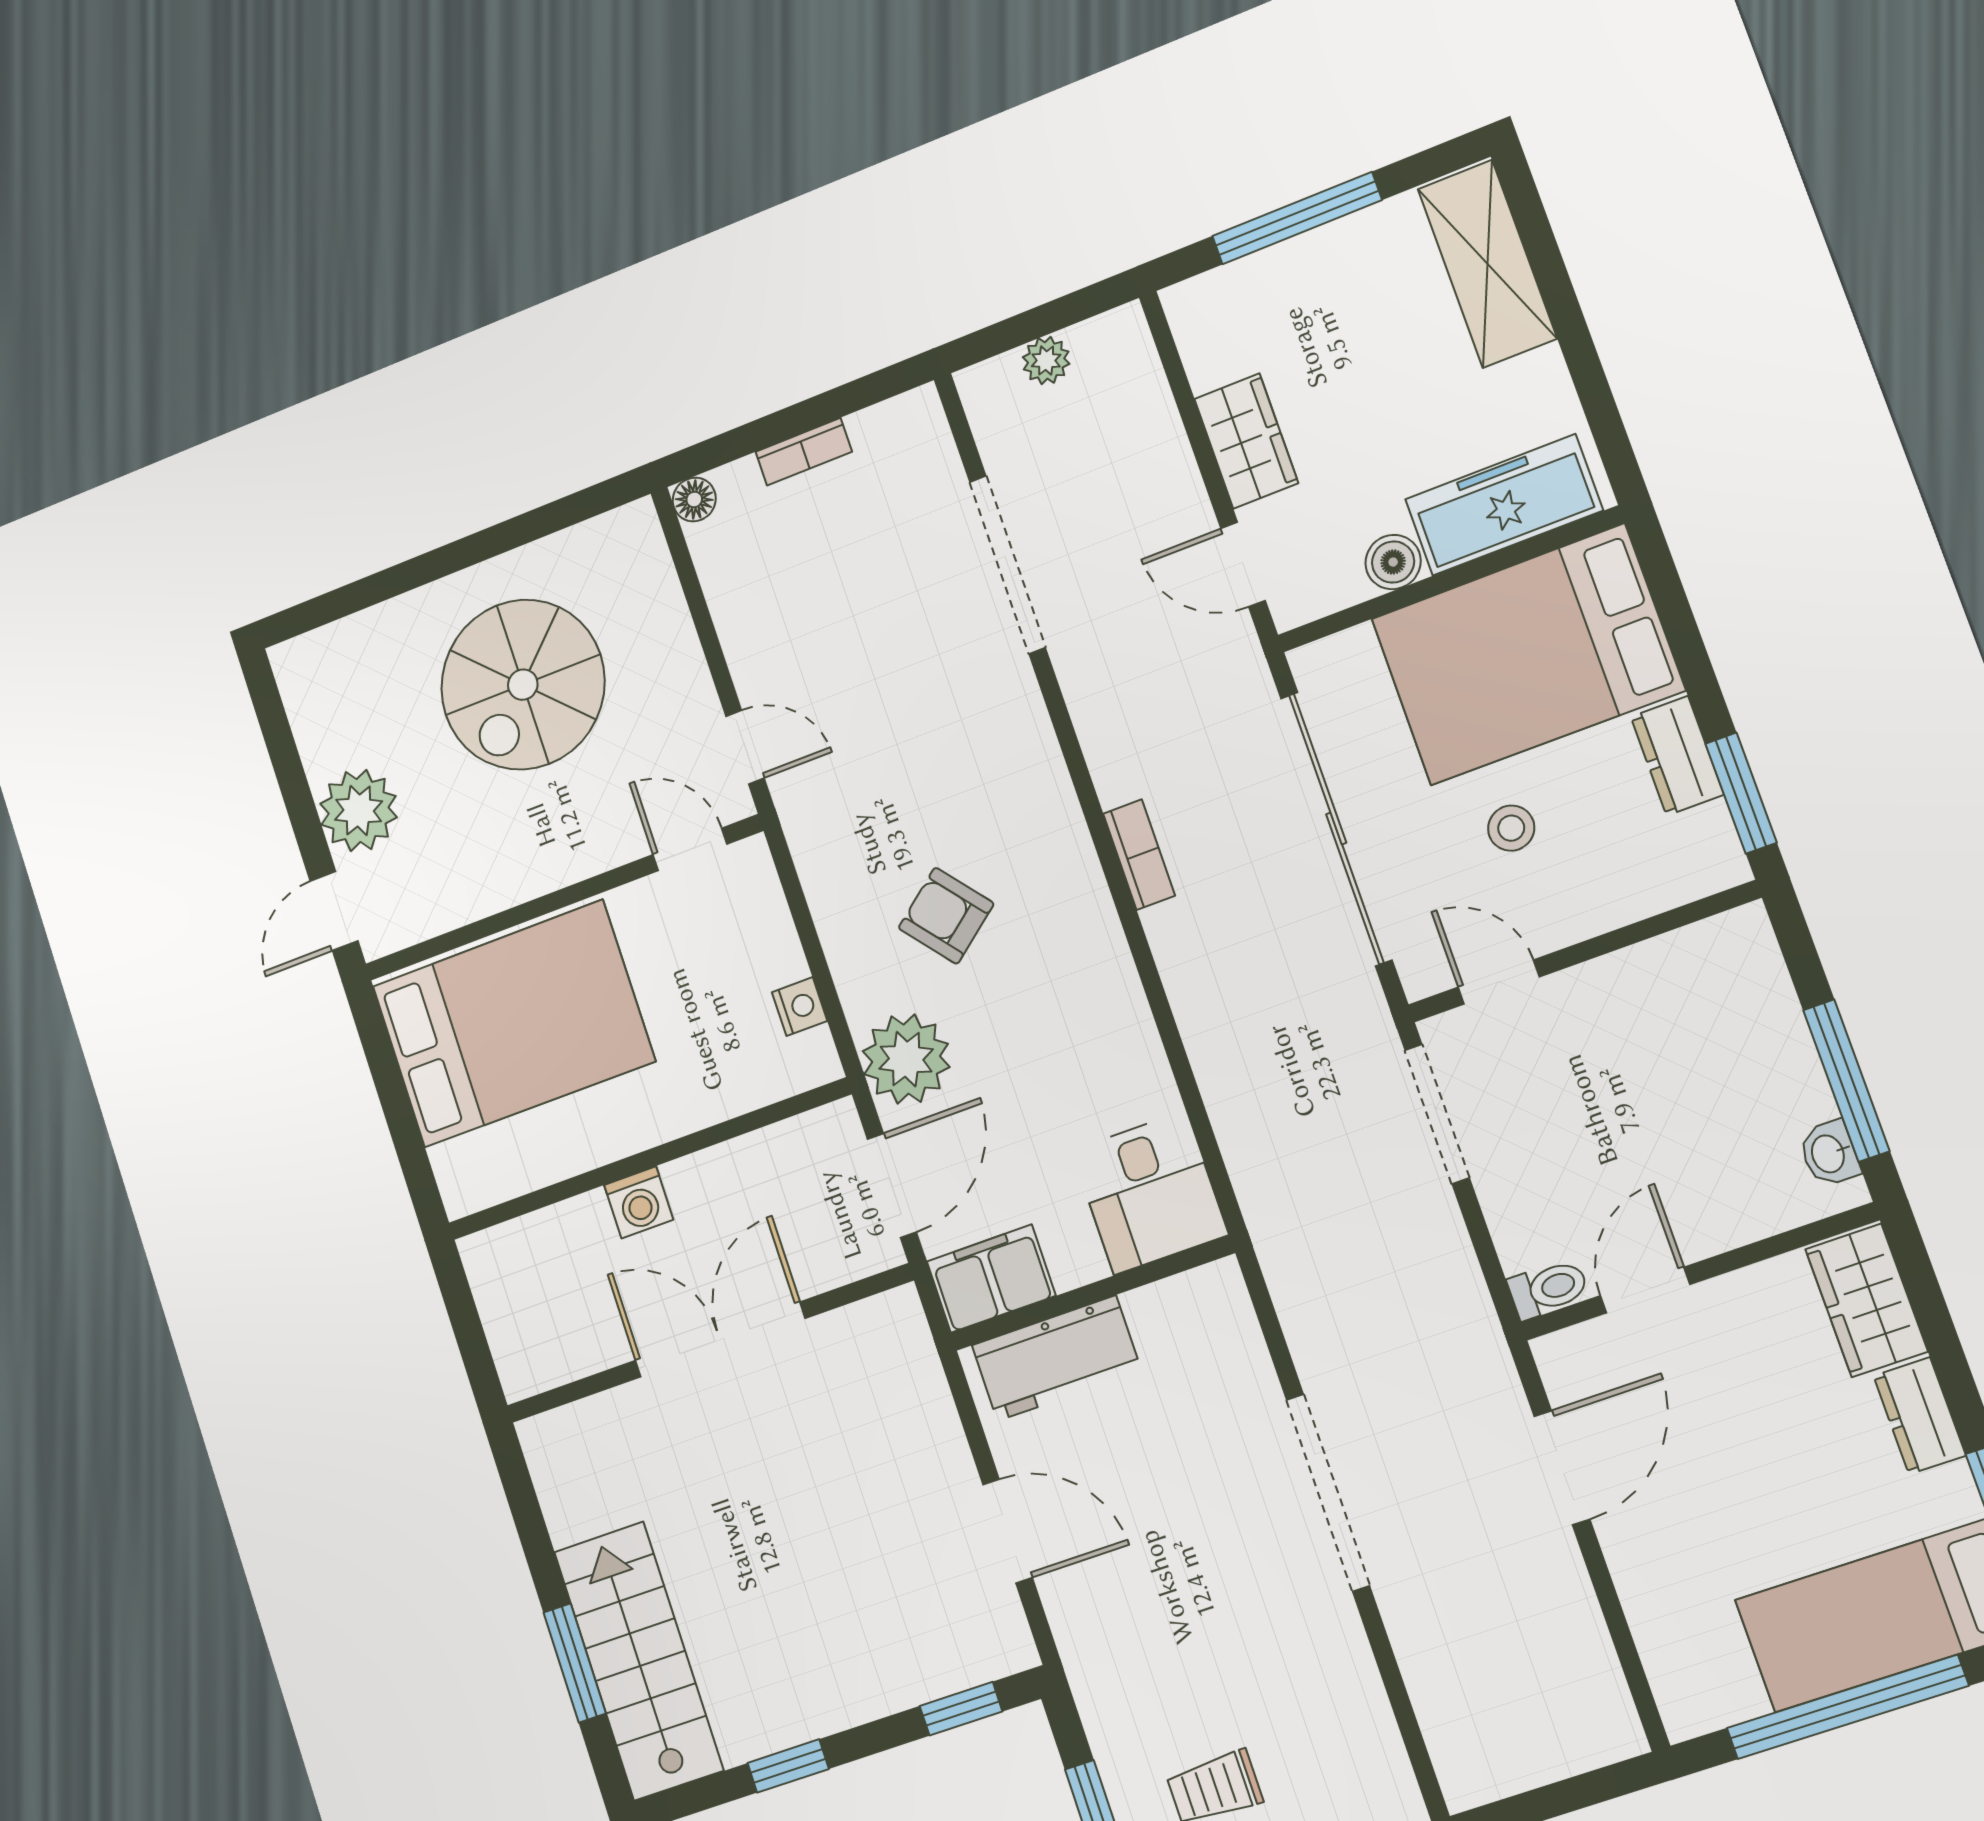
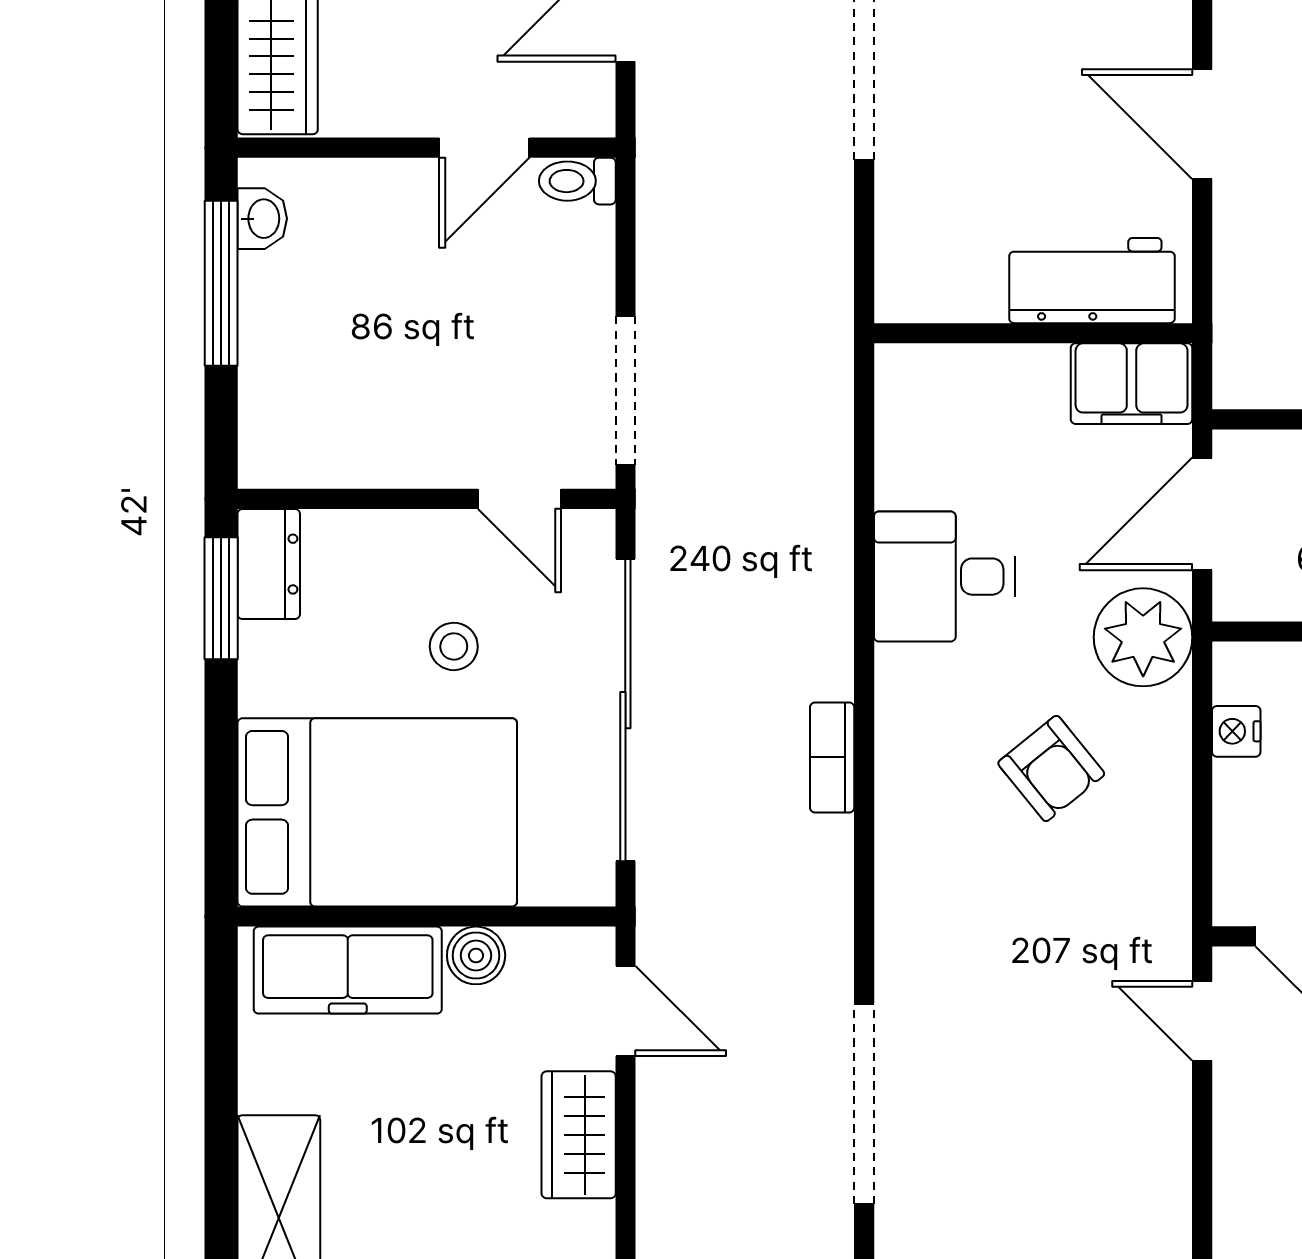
dresser: (1677, 756) -> (269, 564), moved
desk: (1150, 1193) -> (944, 577), moved, turned -90

